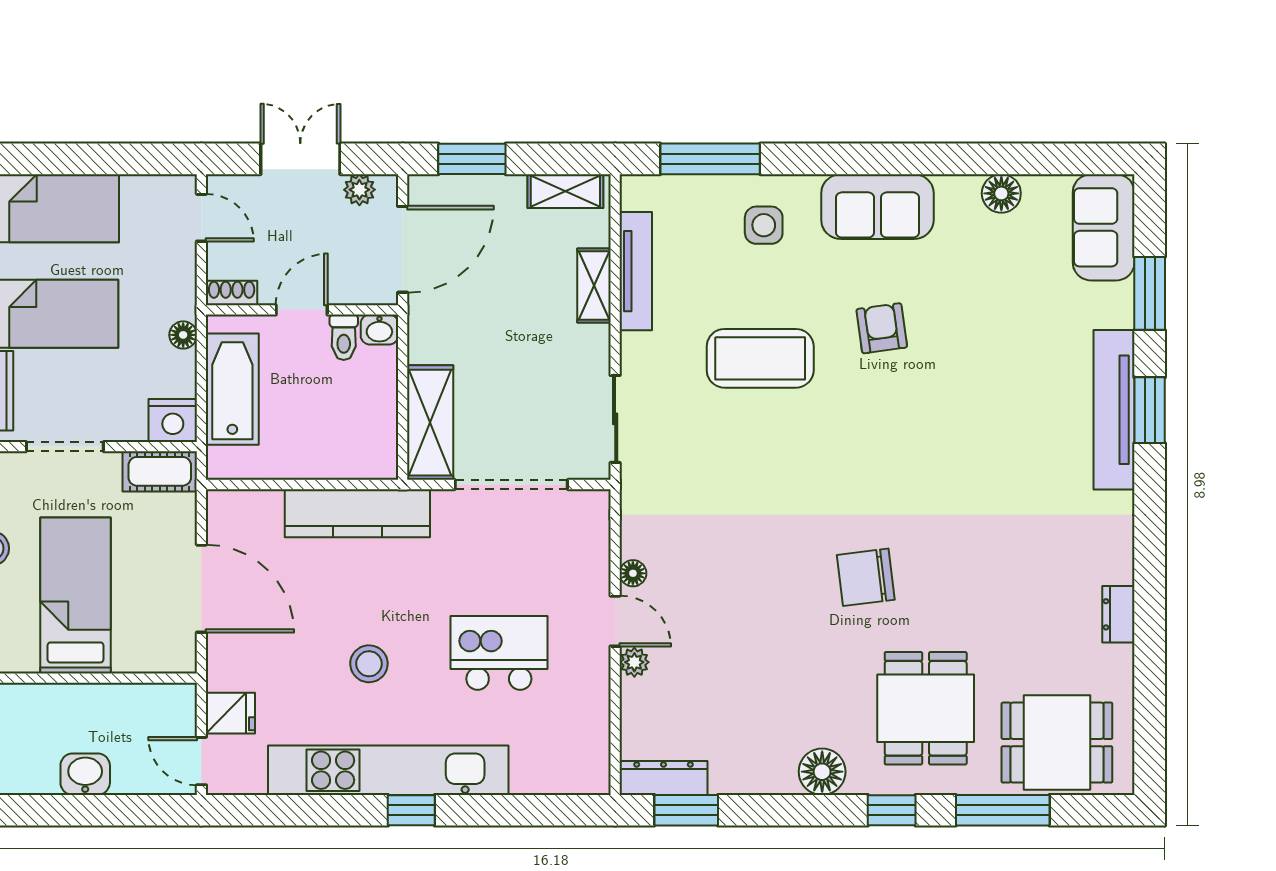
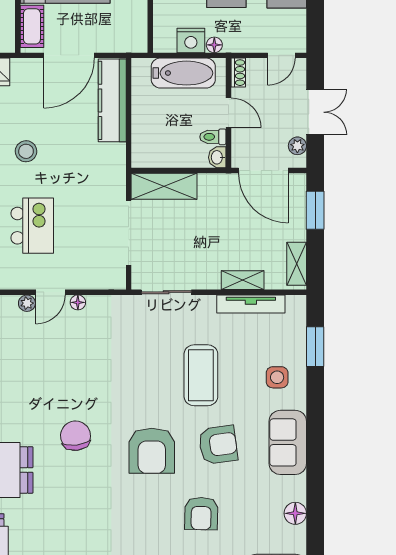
window: (710, 159) -> (315, 347), width x0.69
armchair: (882, 328) -> (218, 445), width x1.38, depth x1.38
armchair: (1002, 358) -> (201, 514), added
nightstand: (173, 420) -> (191, 40), moved, turned -90
armchair: (892, 444) -> (152, 451), added
cot: (160, 471) -> (32, 26), moved
kitchen counter: (357, 513) -> (112, 100), moved

